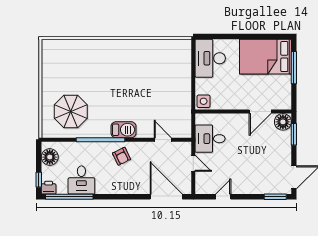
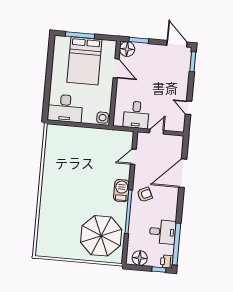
bed: (265, 57) -> (84, 61), moved
parasol: (71, 111) -> (101, 236), width x1.36, depth x1.36
door: (166, 197) -> (183, 173), moved

